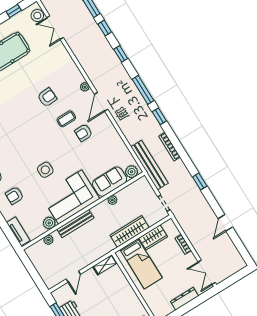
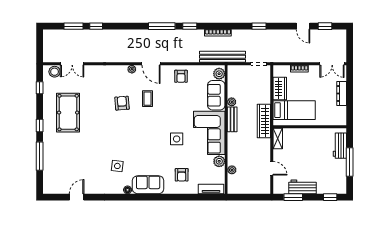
window: (121, 54) -> (325, 26), moved
armchair: (84, 133) -> (181, 76), moved
bench: (75, 224) -> (232, 119), moved, width x0.73
wardrobe: (130, 231) -> (264, 121), moved

